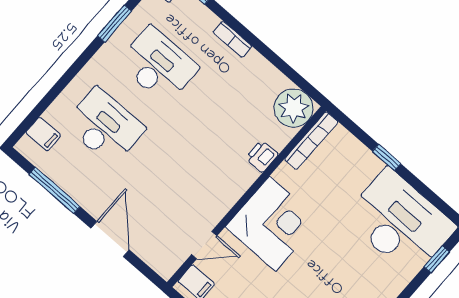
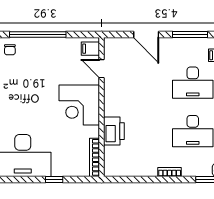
plant: (294, 108) -> (115, 165), removed
printer: (262, 156) -> (114, 131), width x1.87, depth x1.48
door: (204, 245) -> (102, 69), hinge flipped

